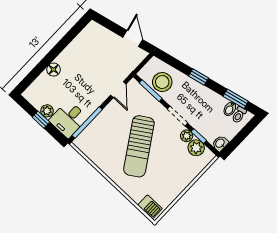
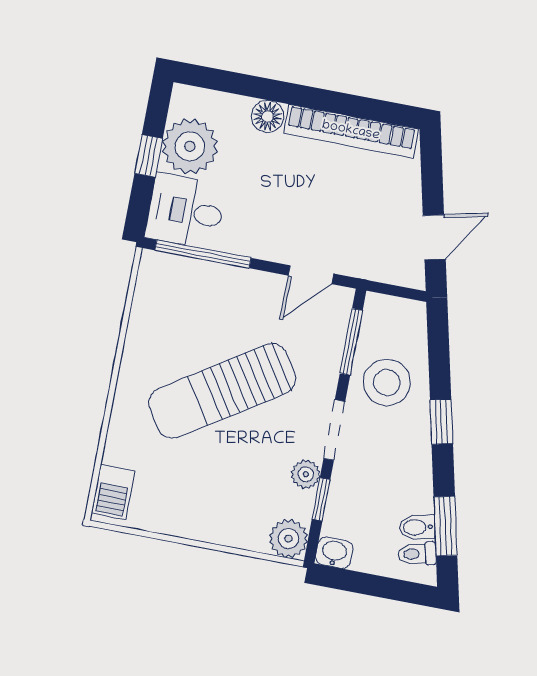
bookcase: (77, 44) -> (351, 131), added
stool: (162, 82) -> (387, 382), moved
plant: (47, 111) -> (190, 146), width x1.87, depth x1.87
plant: (196, 148) -> (288, 539), moved

